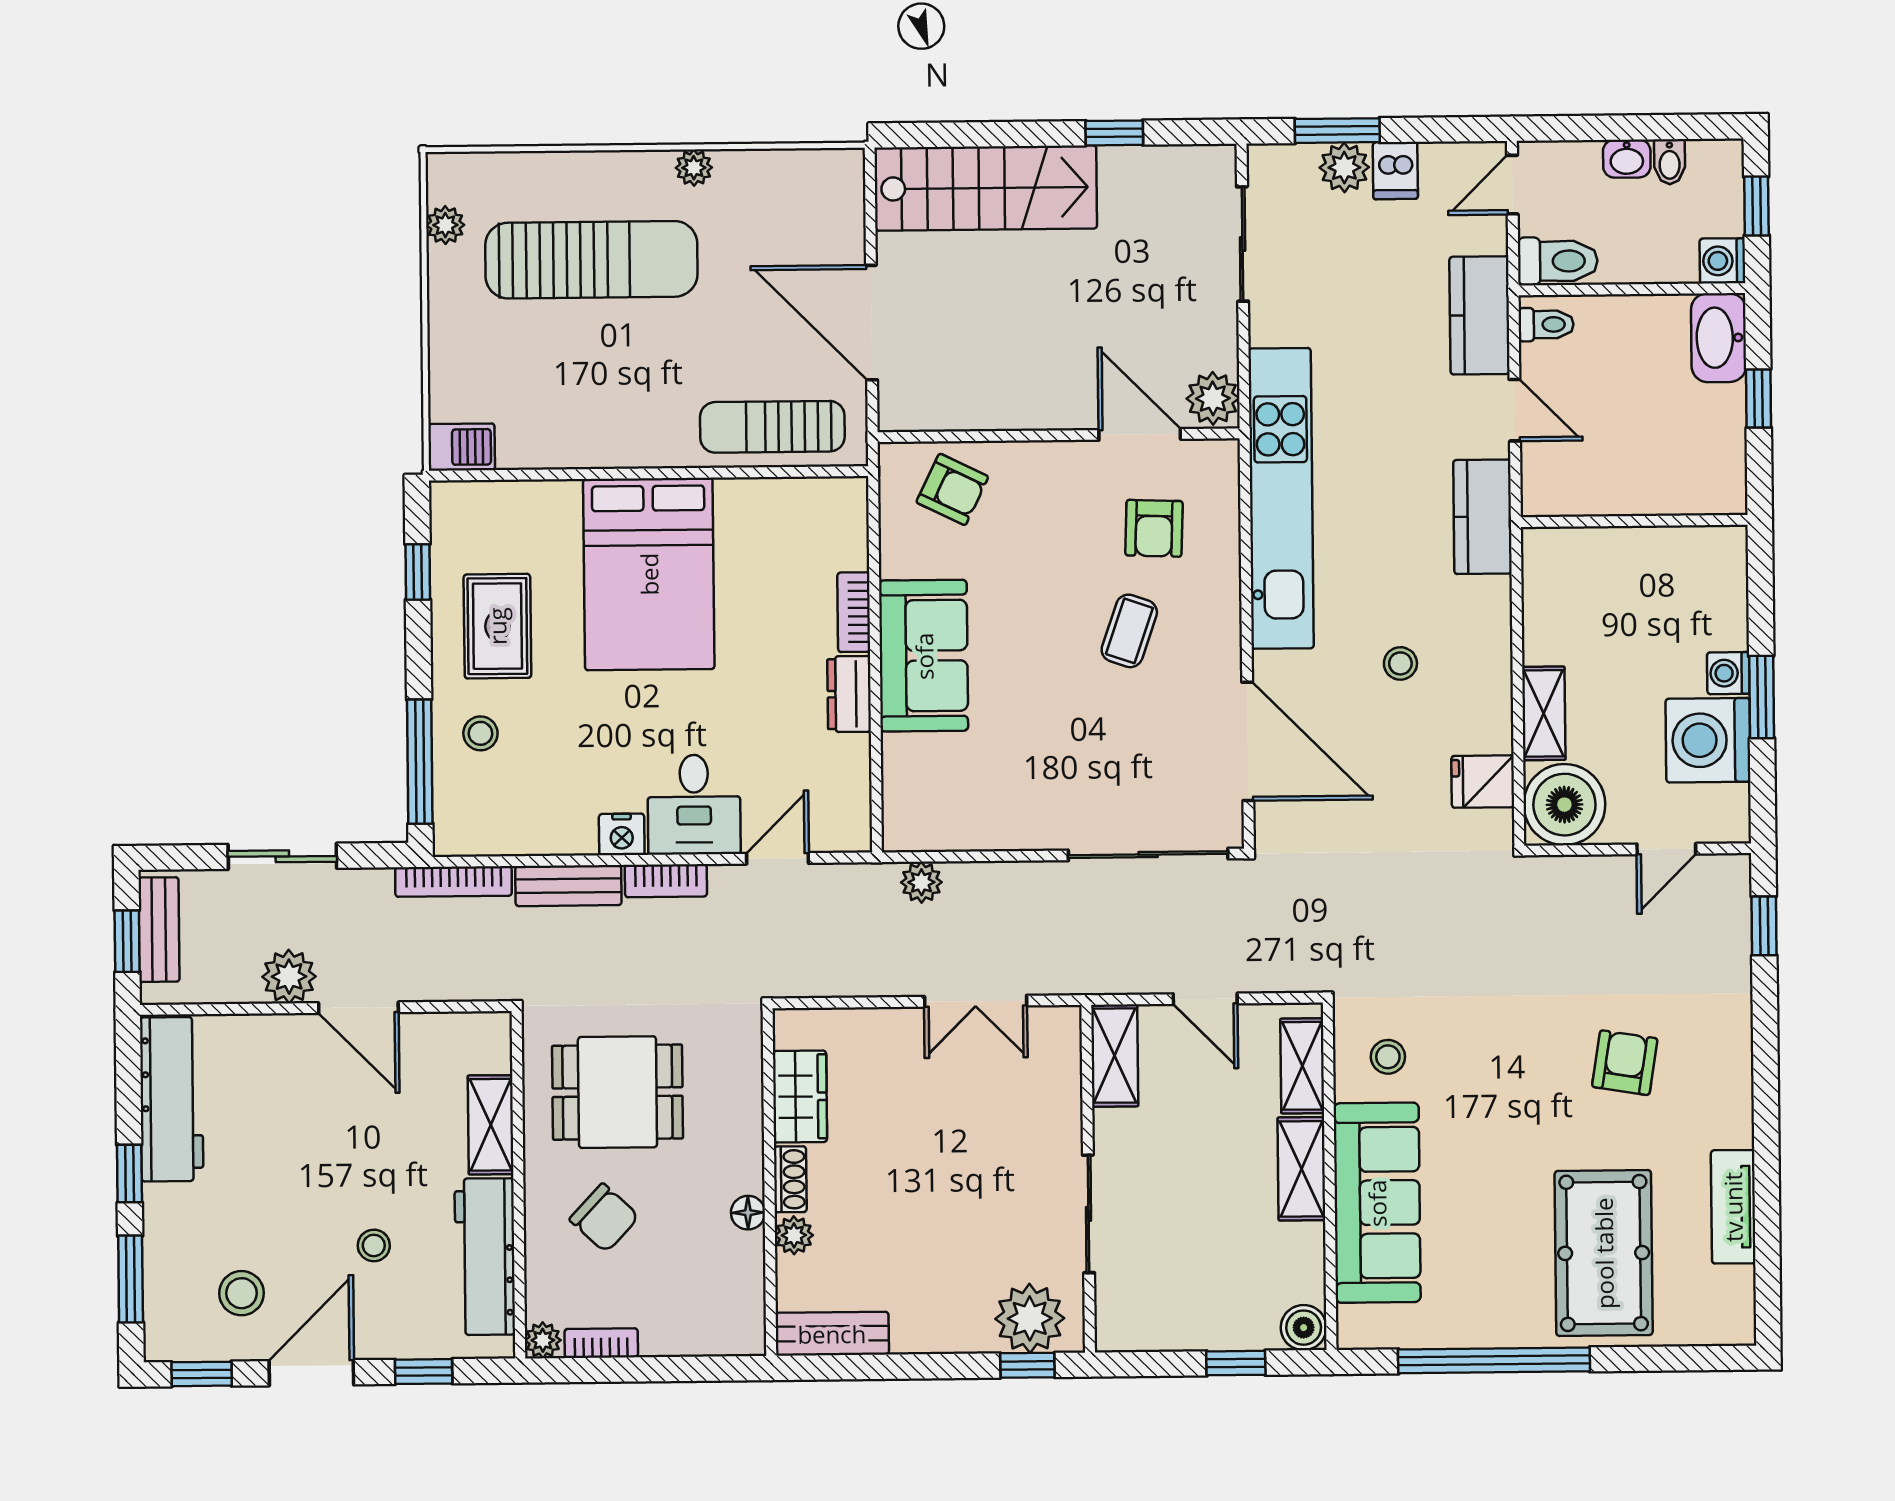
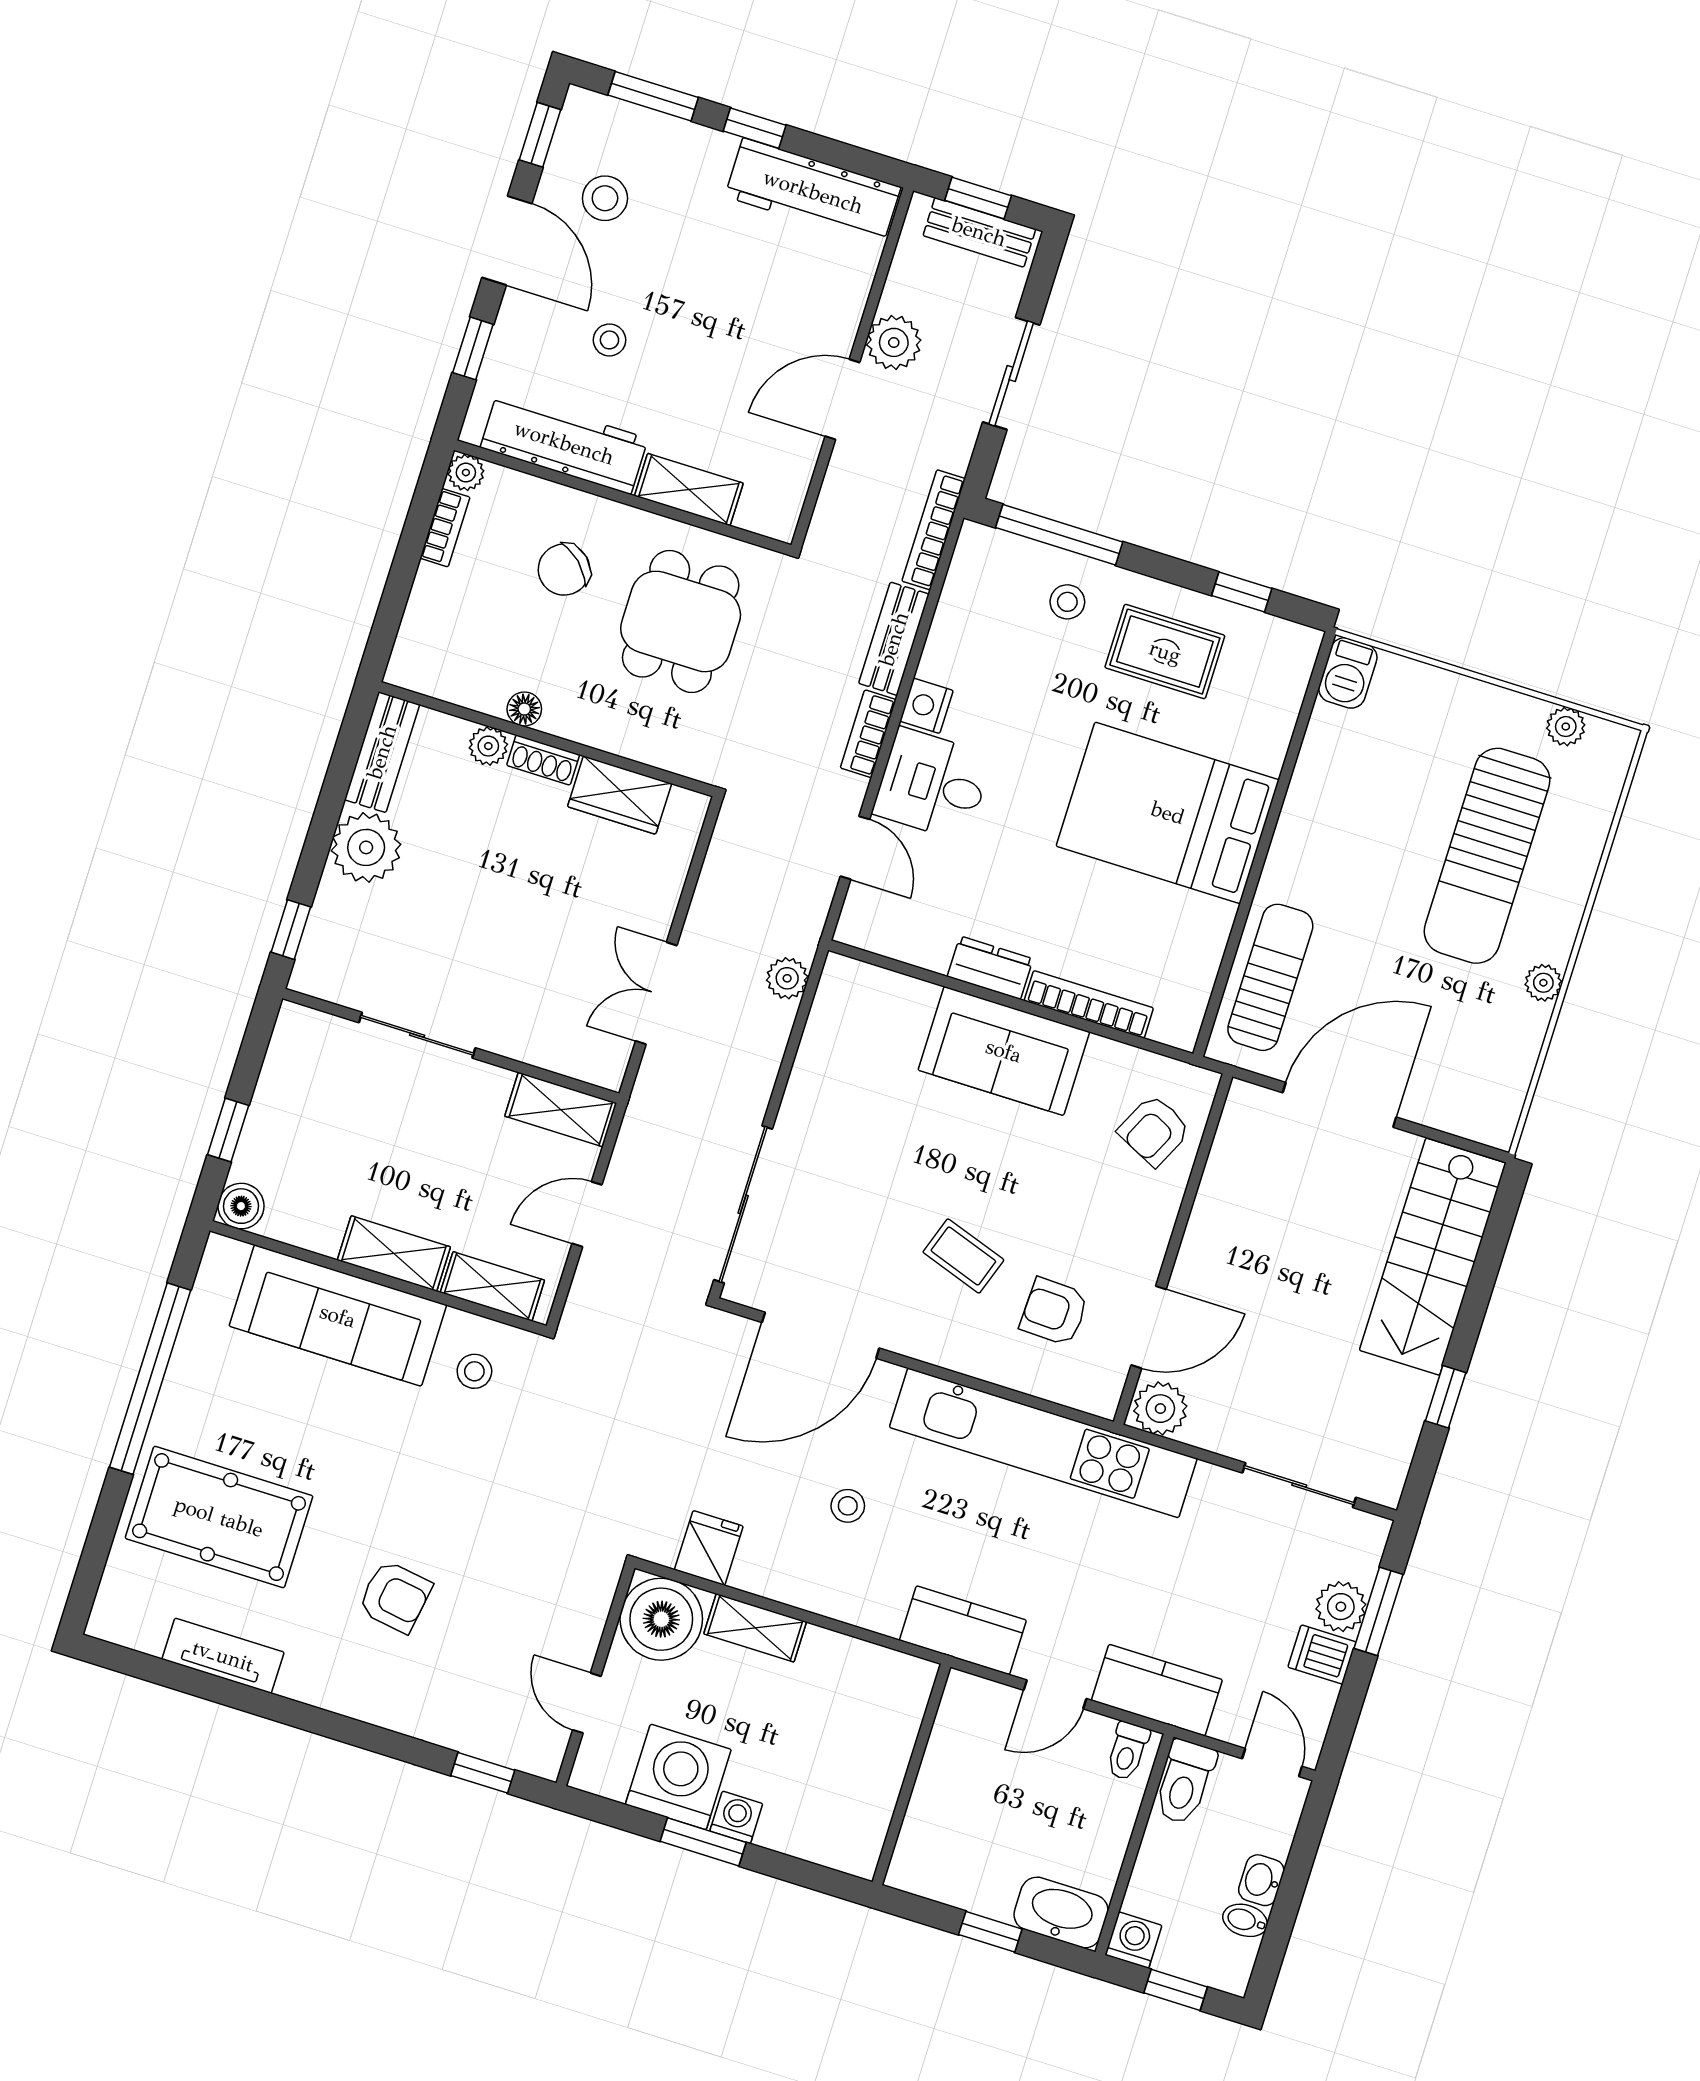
bookcase: (854, 612) -> (1089, 1004), width x1.56
plant: (1030, 1318) -> (366, 847), moved

